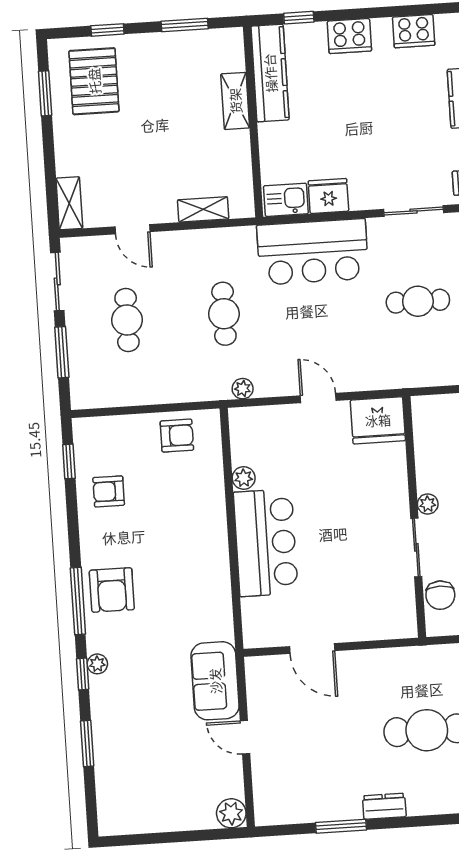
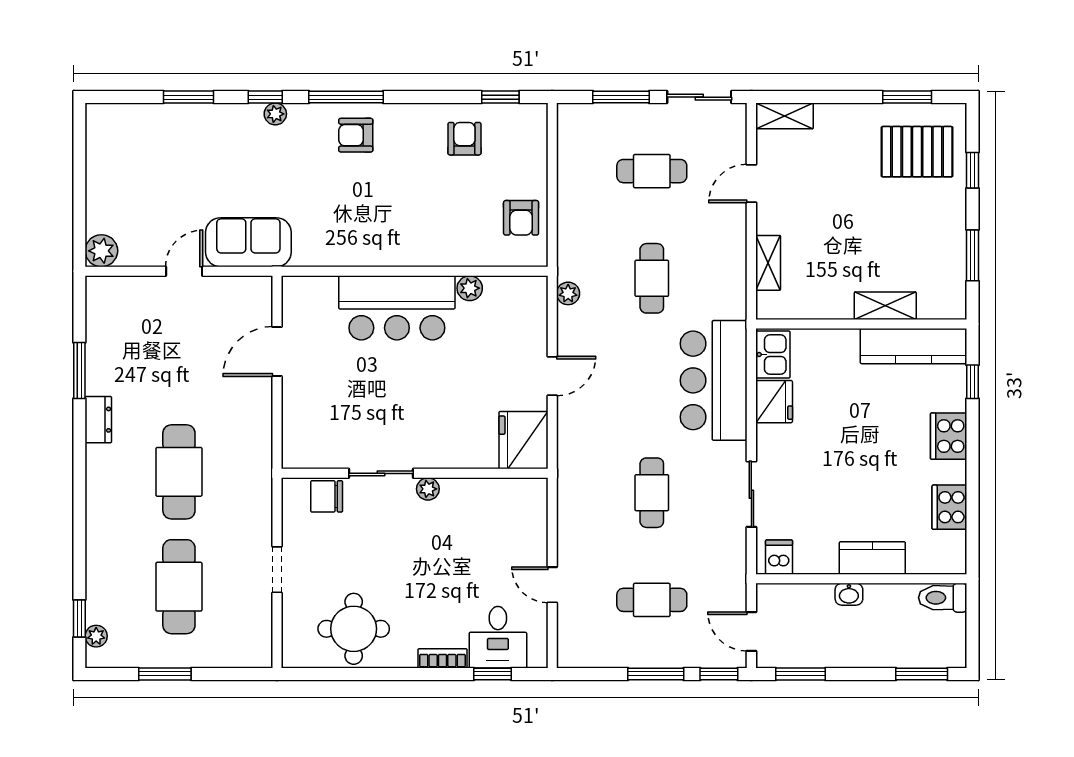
cafe table: (224, 314) -> (652, 278), turned 90
armchair: (112, 590) -> (356, 135), width x0.72, depth x0.72

